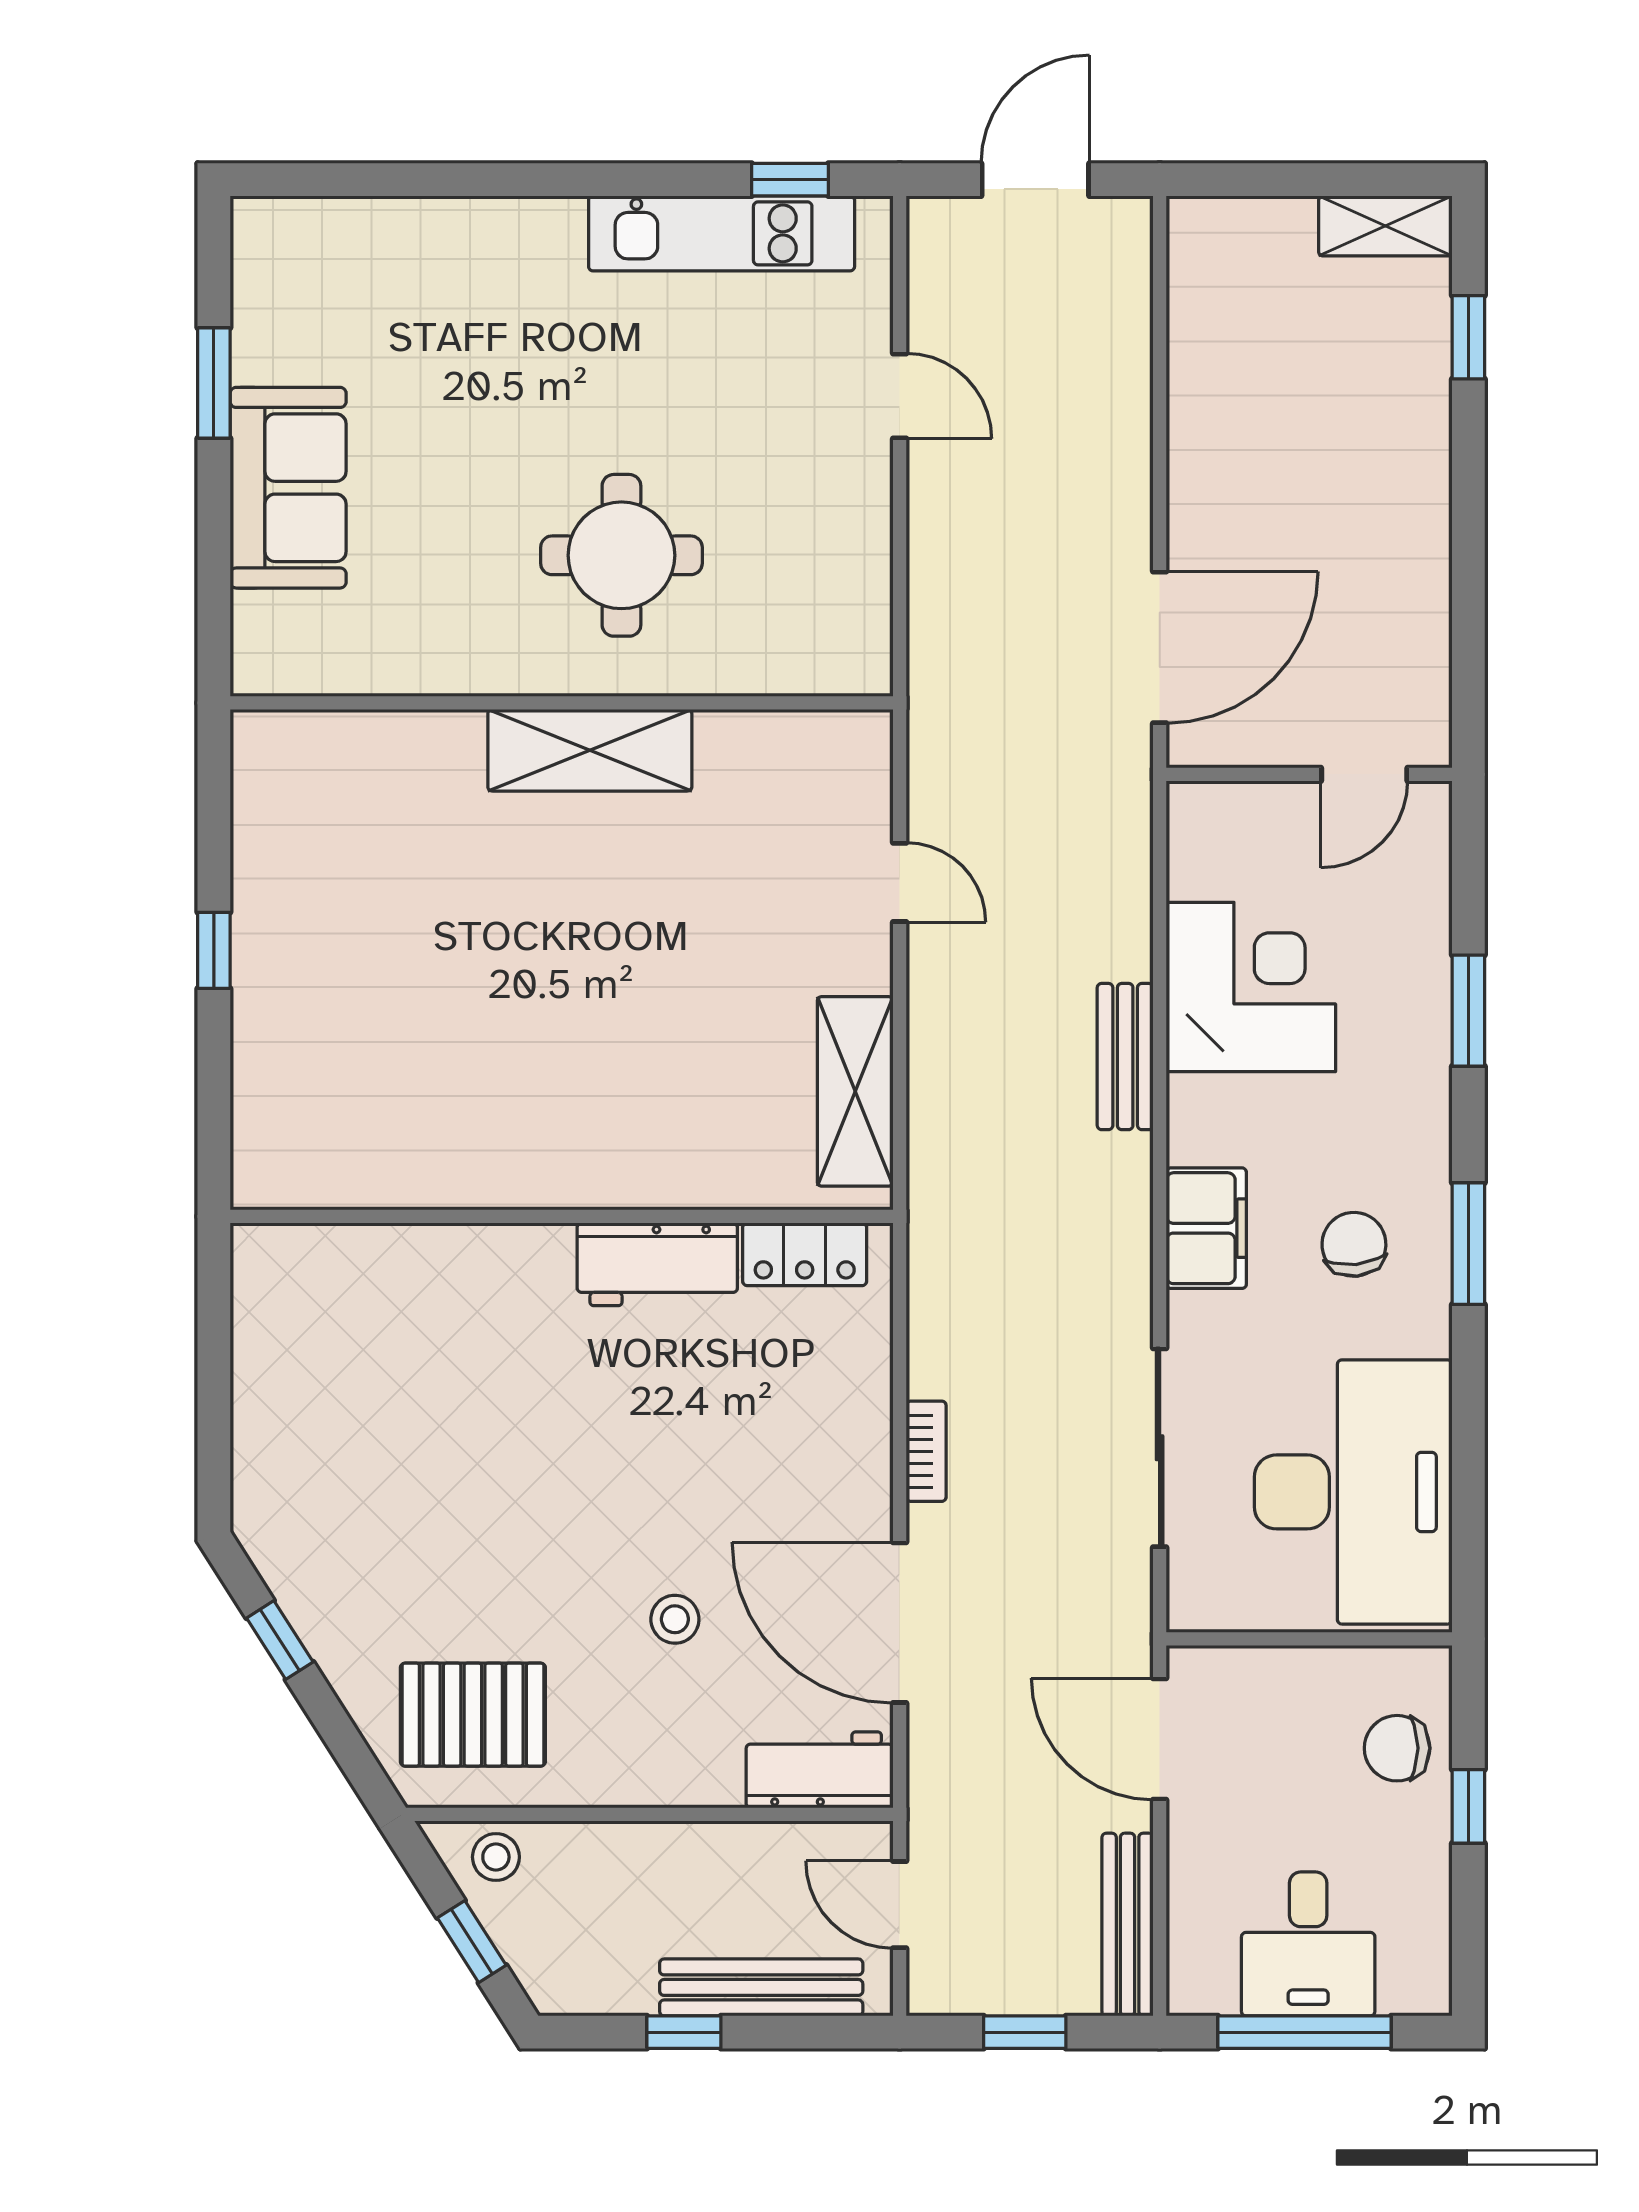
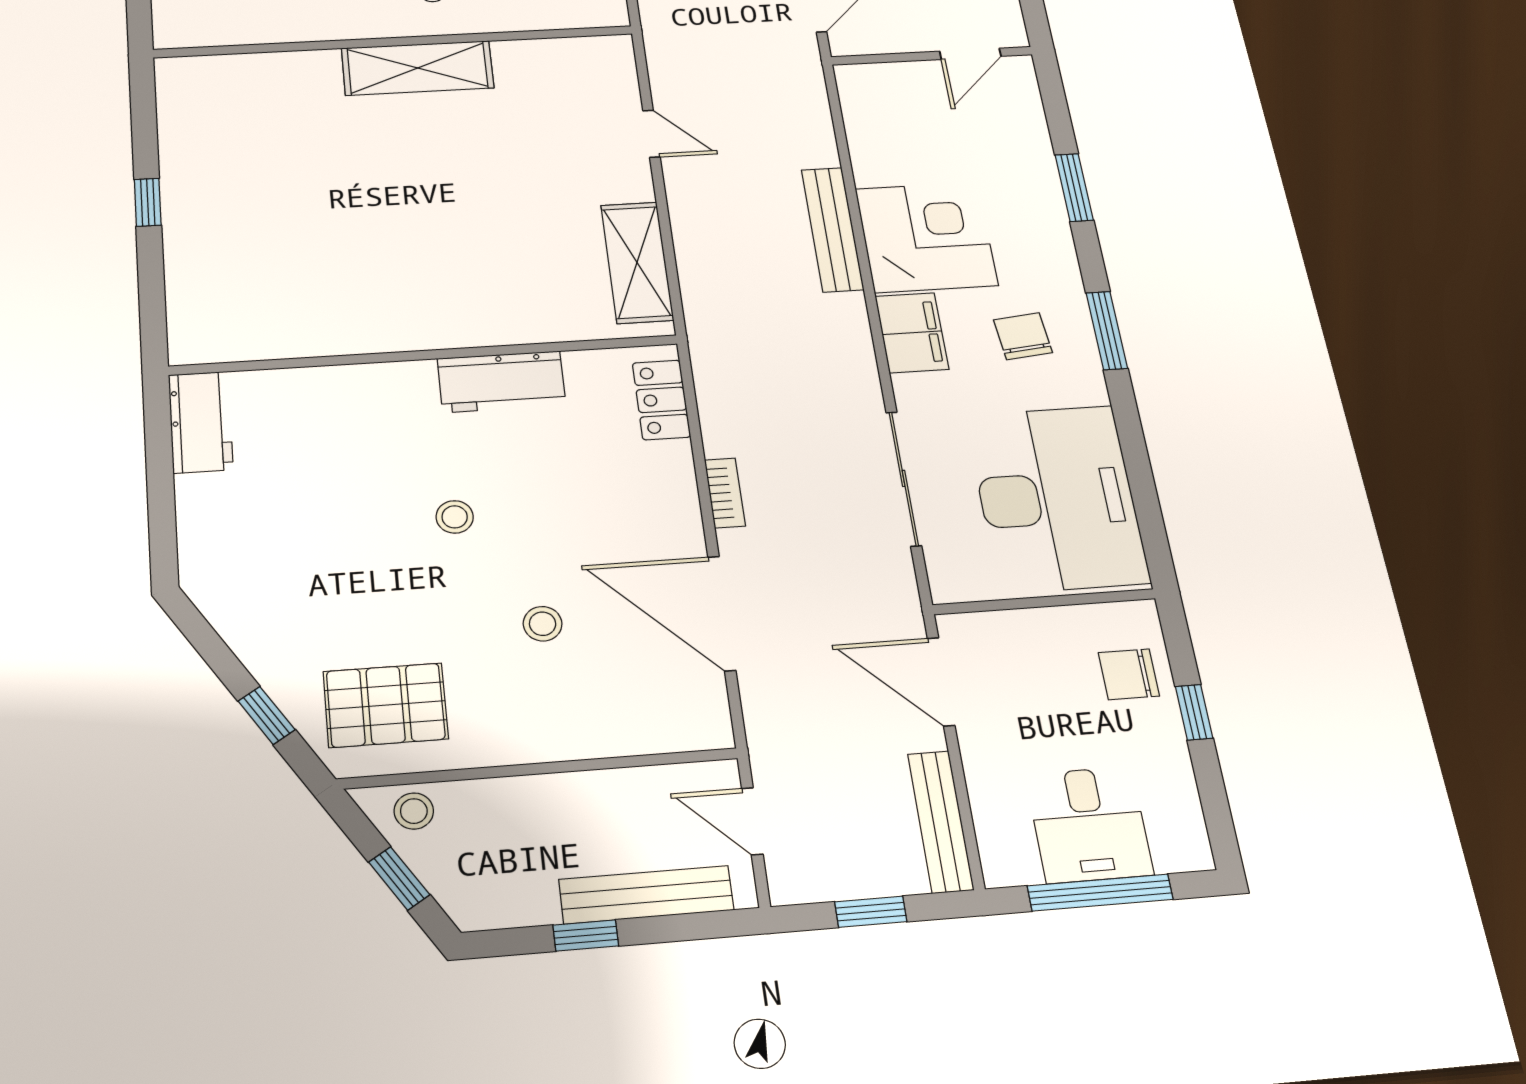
corner desk: (1251, 987) -> (926, 237), moved
bench: (1125, 1057) -> (832, 229), width x1.36
locker: (805, 1254) -> (661, 400), moved, turned 90
stool: (579, 1460) -> (455, 517), added
window: (280, 1640) -> (267, 715), moved
workbench: (820, 1770) -> (201, 422), moved, turned 90

